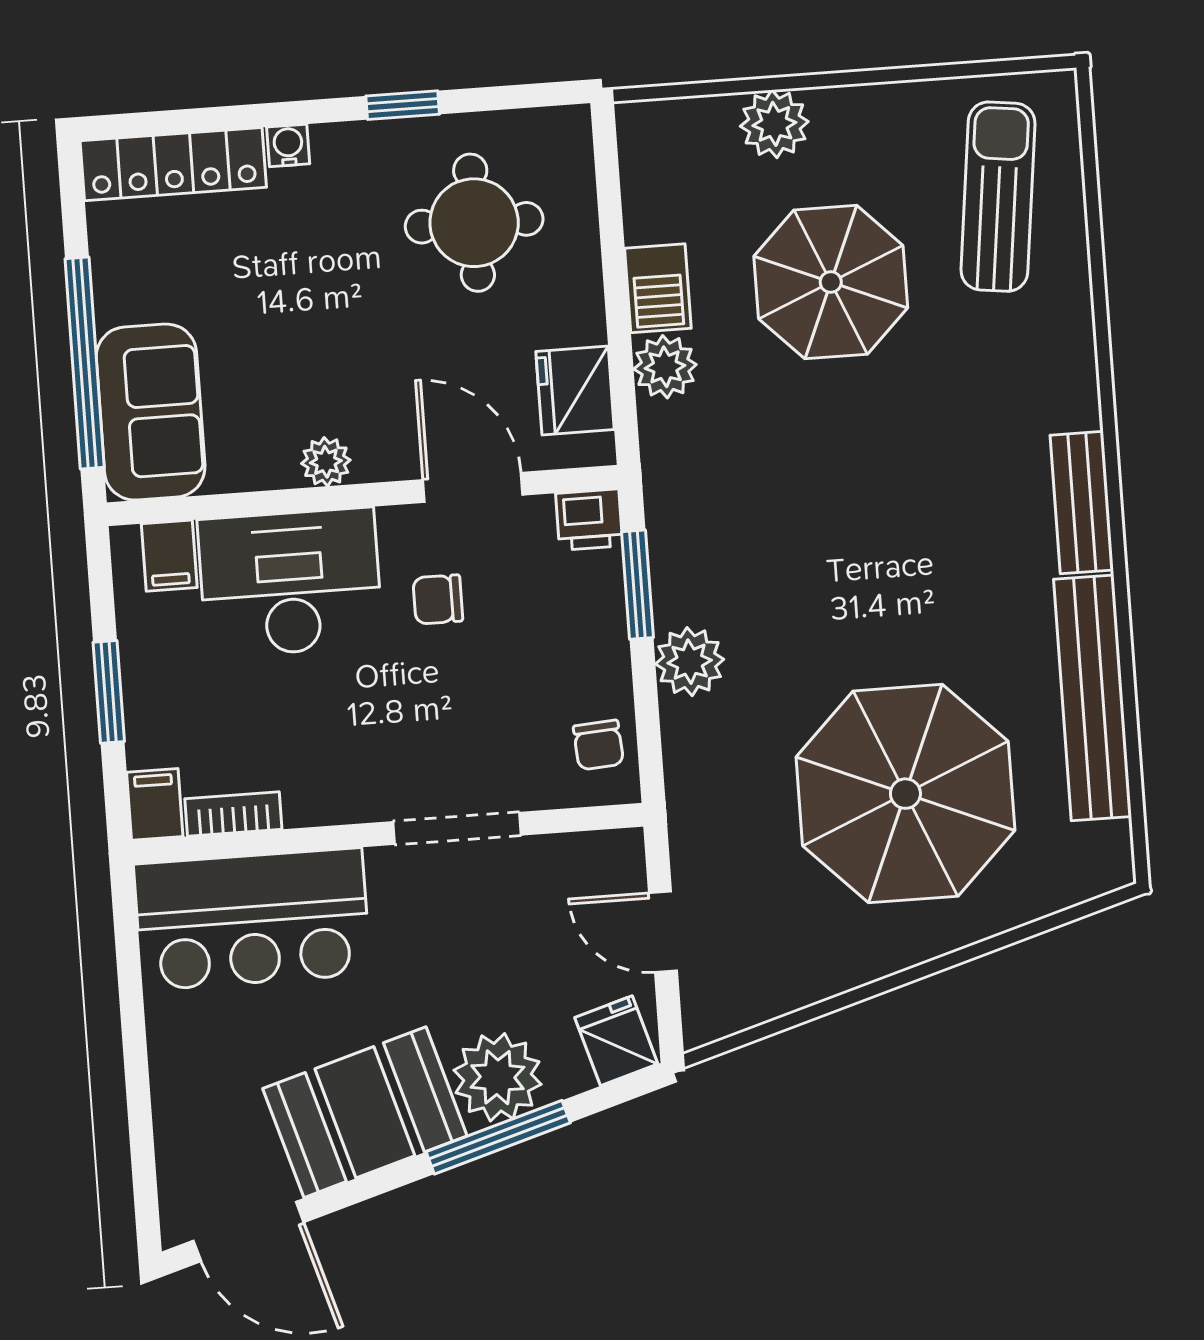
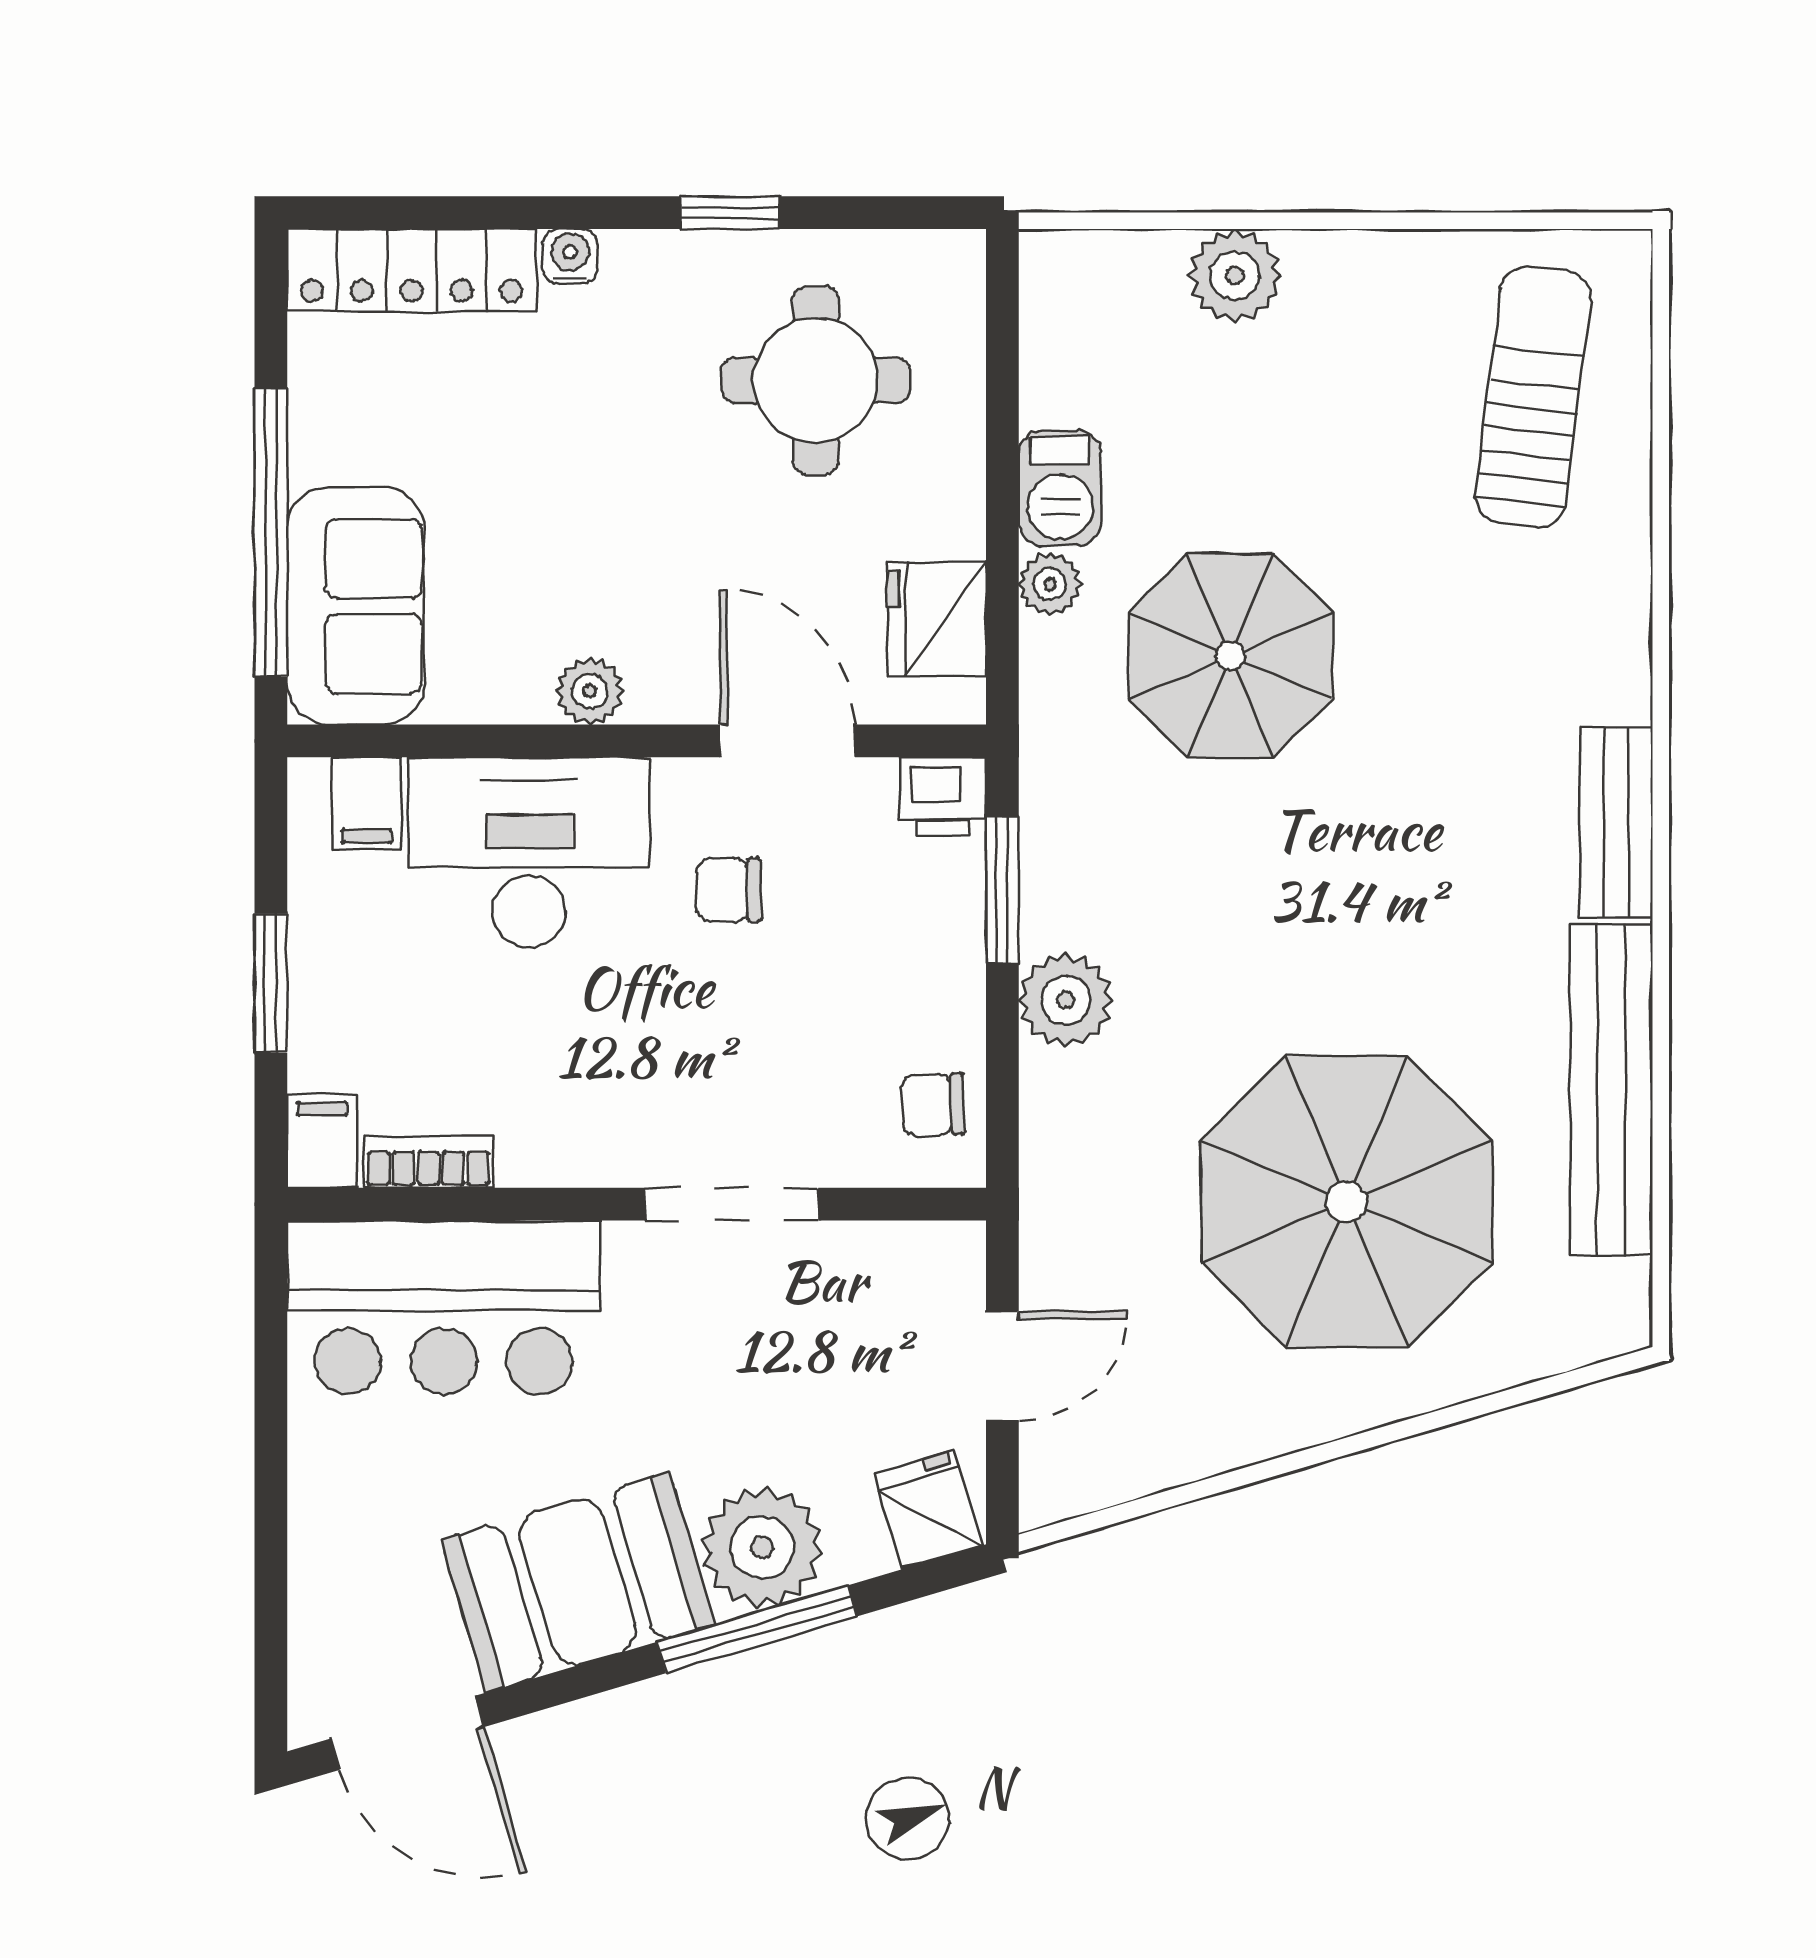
parasol: (831, 282) -> (1230, 656), moved
plant: (665, 367) -> (1050, 584), width x0.73, depth x0.73
chair: (598, 745) -> (933, 1105), turned 92
door: (663, 932) -> (1002, 1366), swing flipped

